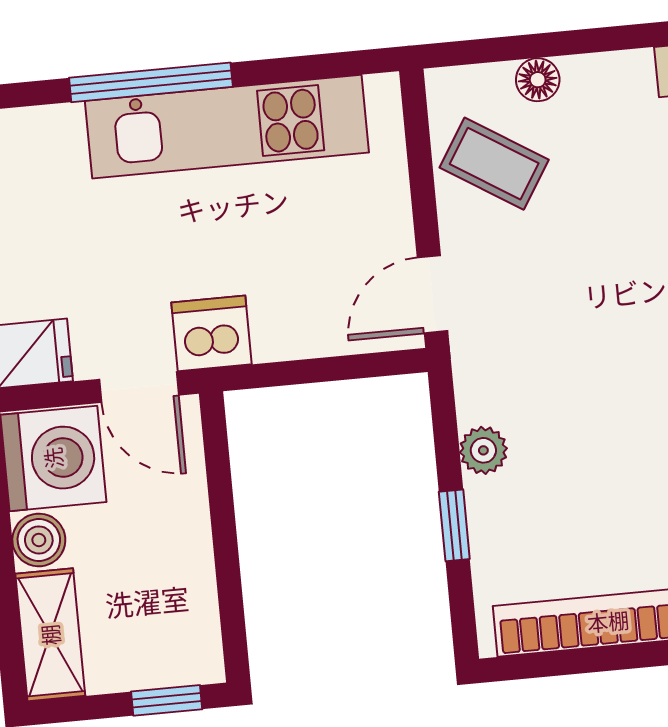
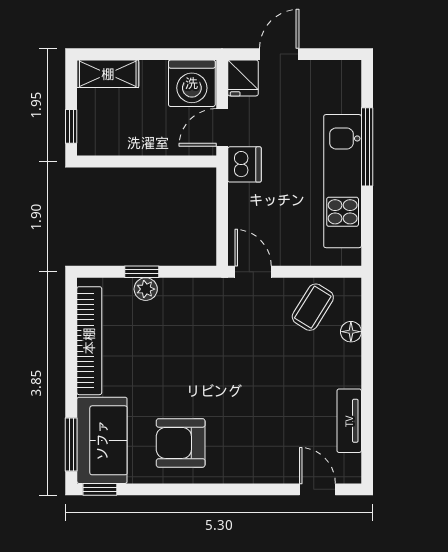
plant: (483, 450) -> (146, 289), moved
boiler: (39, 540) -> (154, 73), removed

